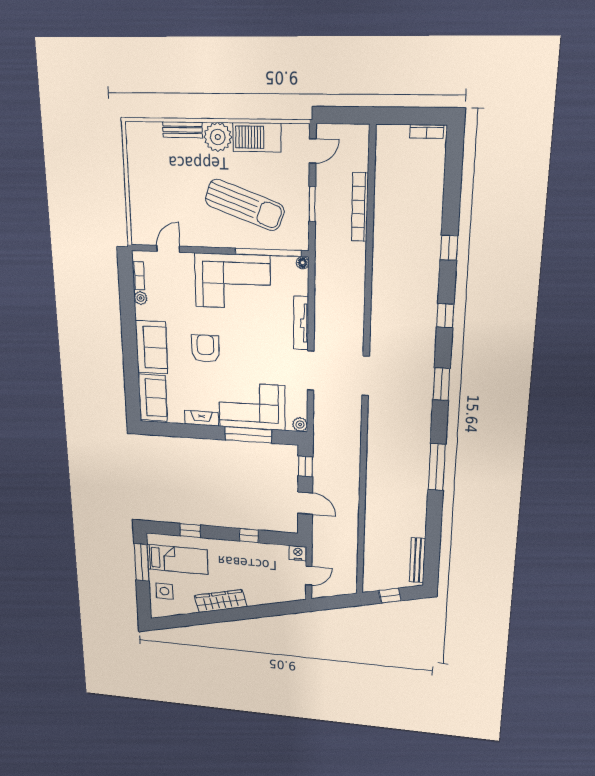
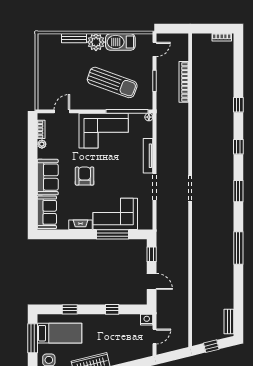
plant: (300, 424) -> (148, 225), removed
bench: (417, 560) -> (229, 322), width x0.73

